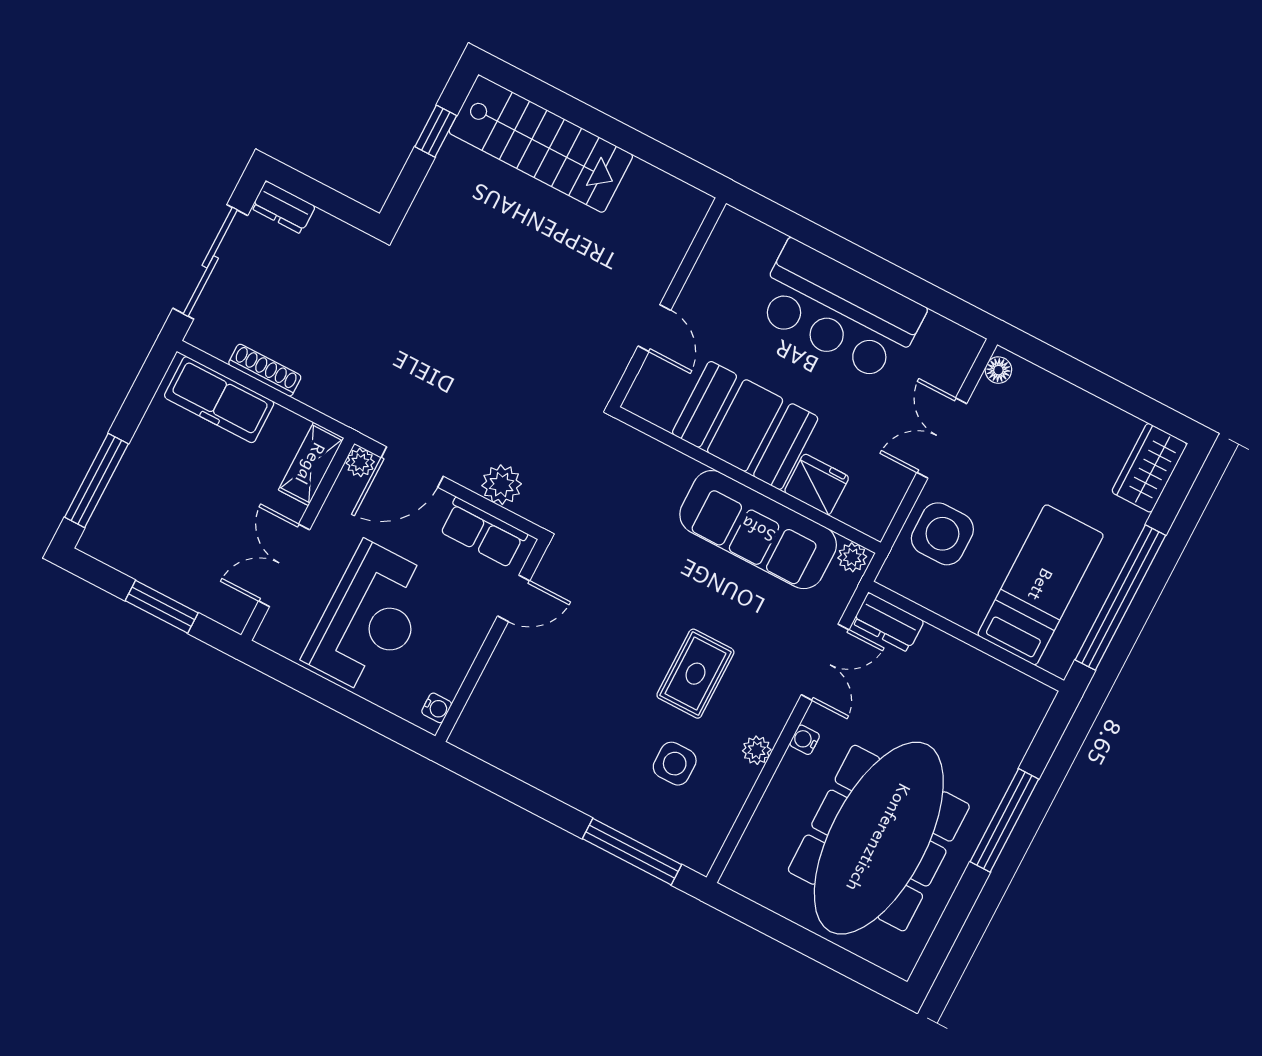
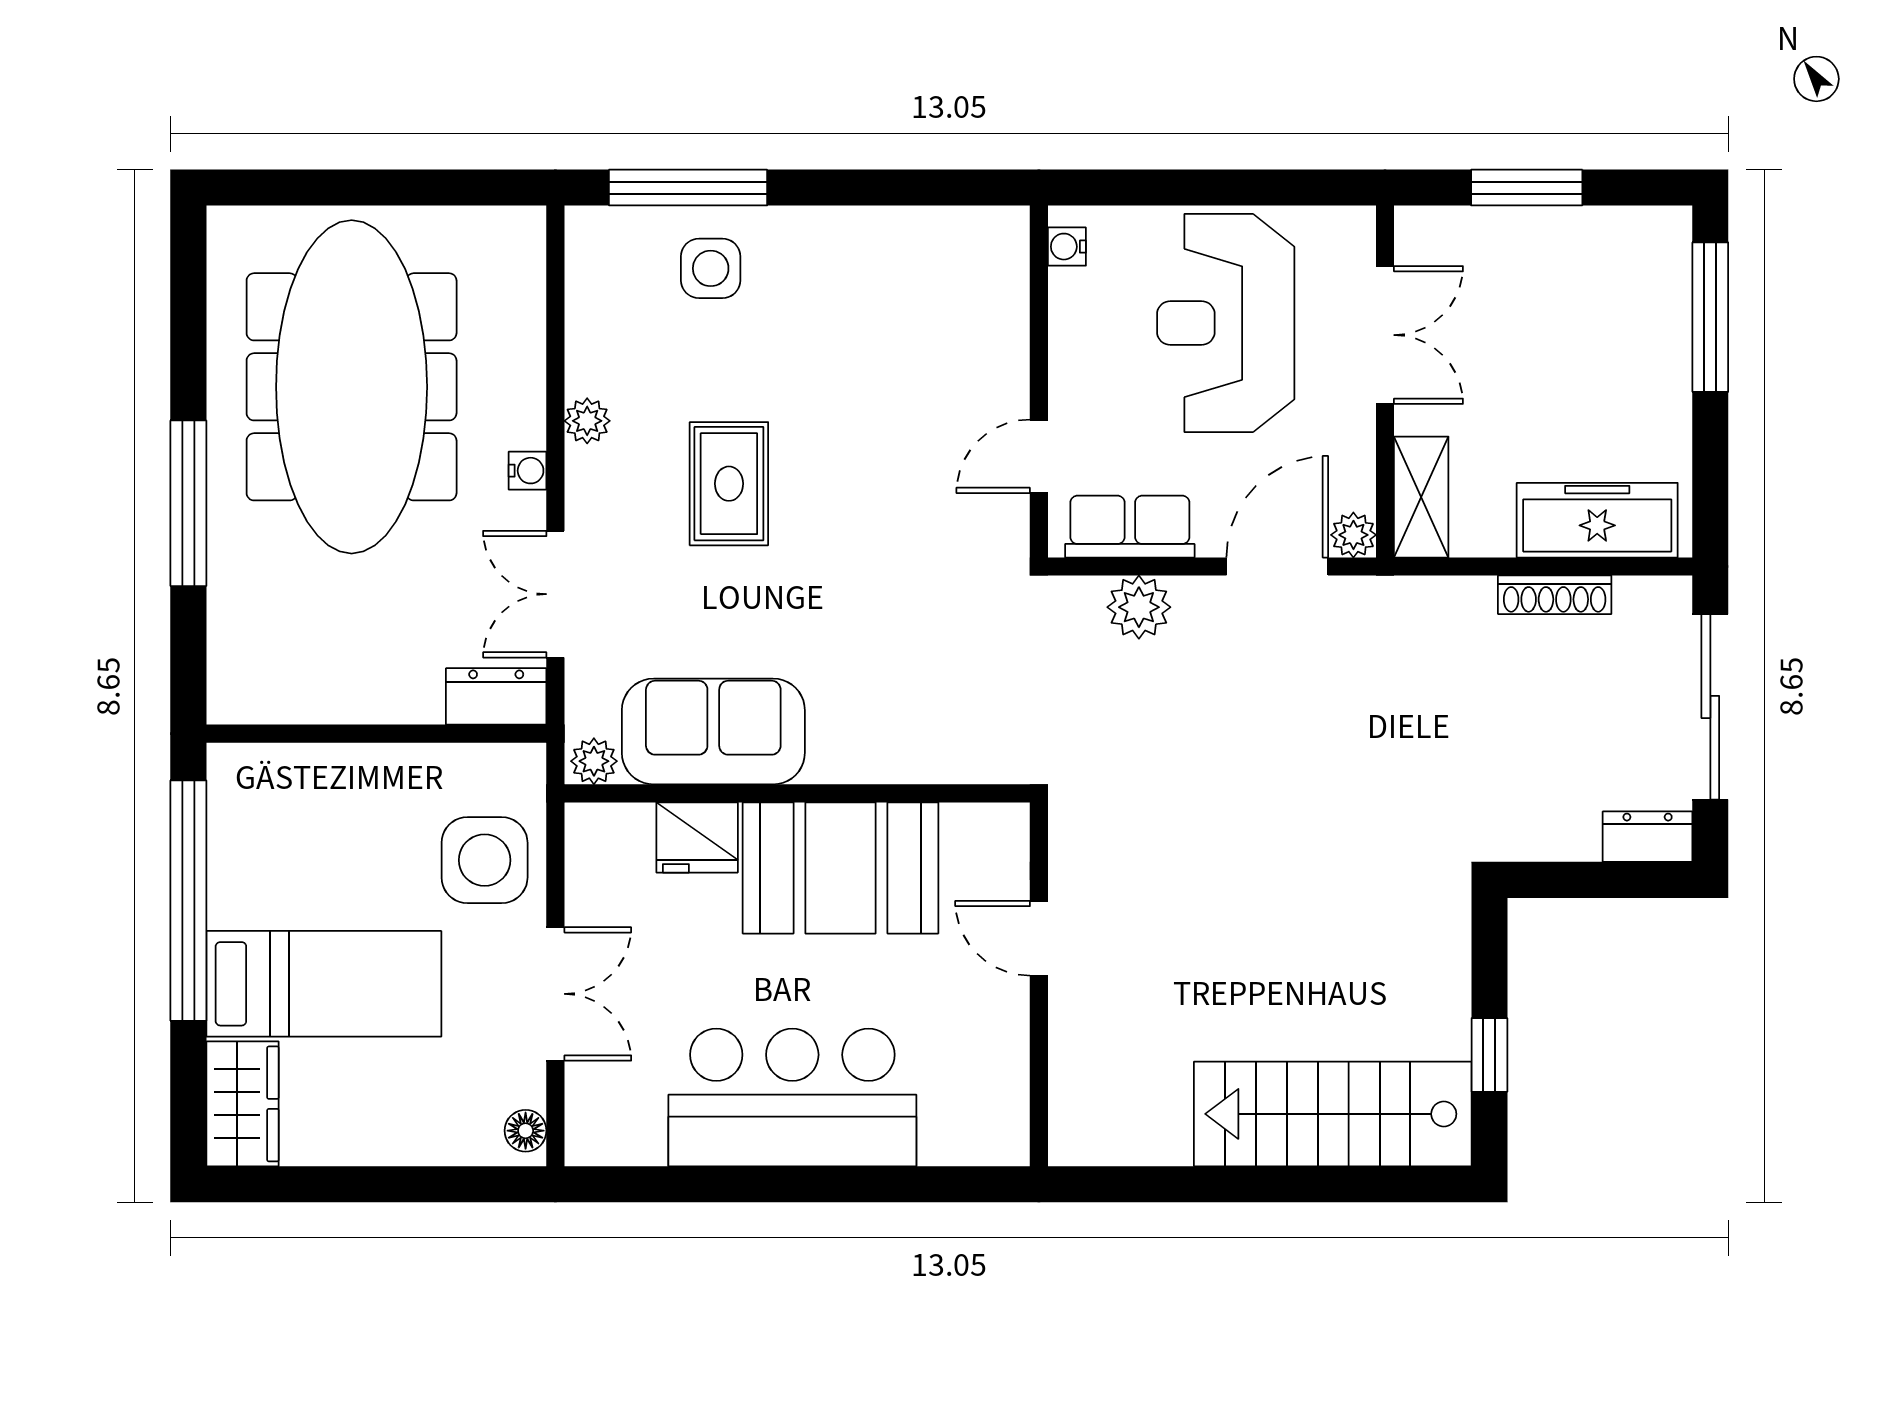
sofa: (758, 530) -> (713, 731), width x0.73
bed: (1041, 585) -> (324, 984), moved, turned -90
side table: (675, 764) -> (711, 268), moved

